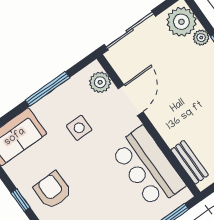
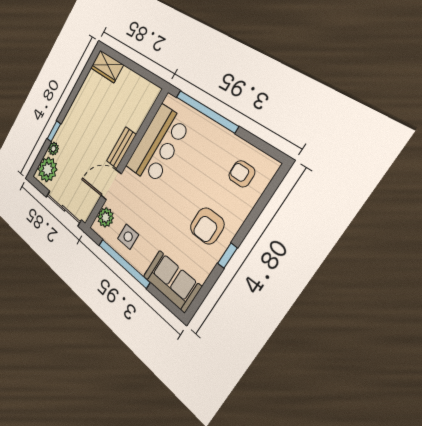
window: (47, 89) -> (124, 263), width x1.46
side table: (79, 128) -> (128, 237), moved
bench: (190, 162) -> (121, 148), moved

